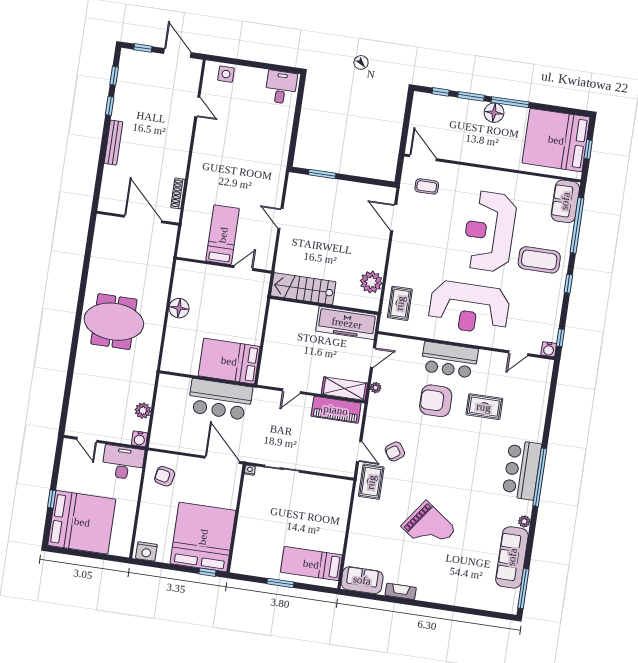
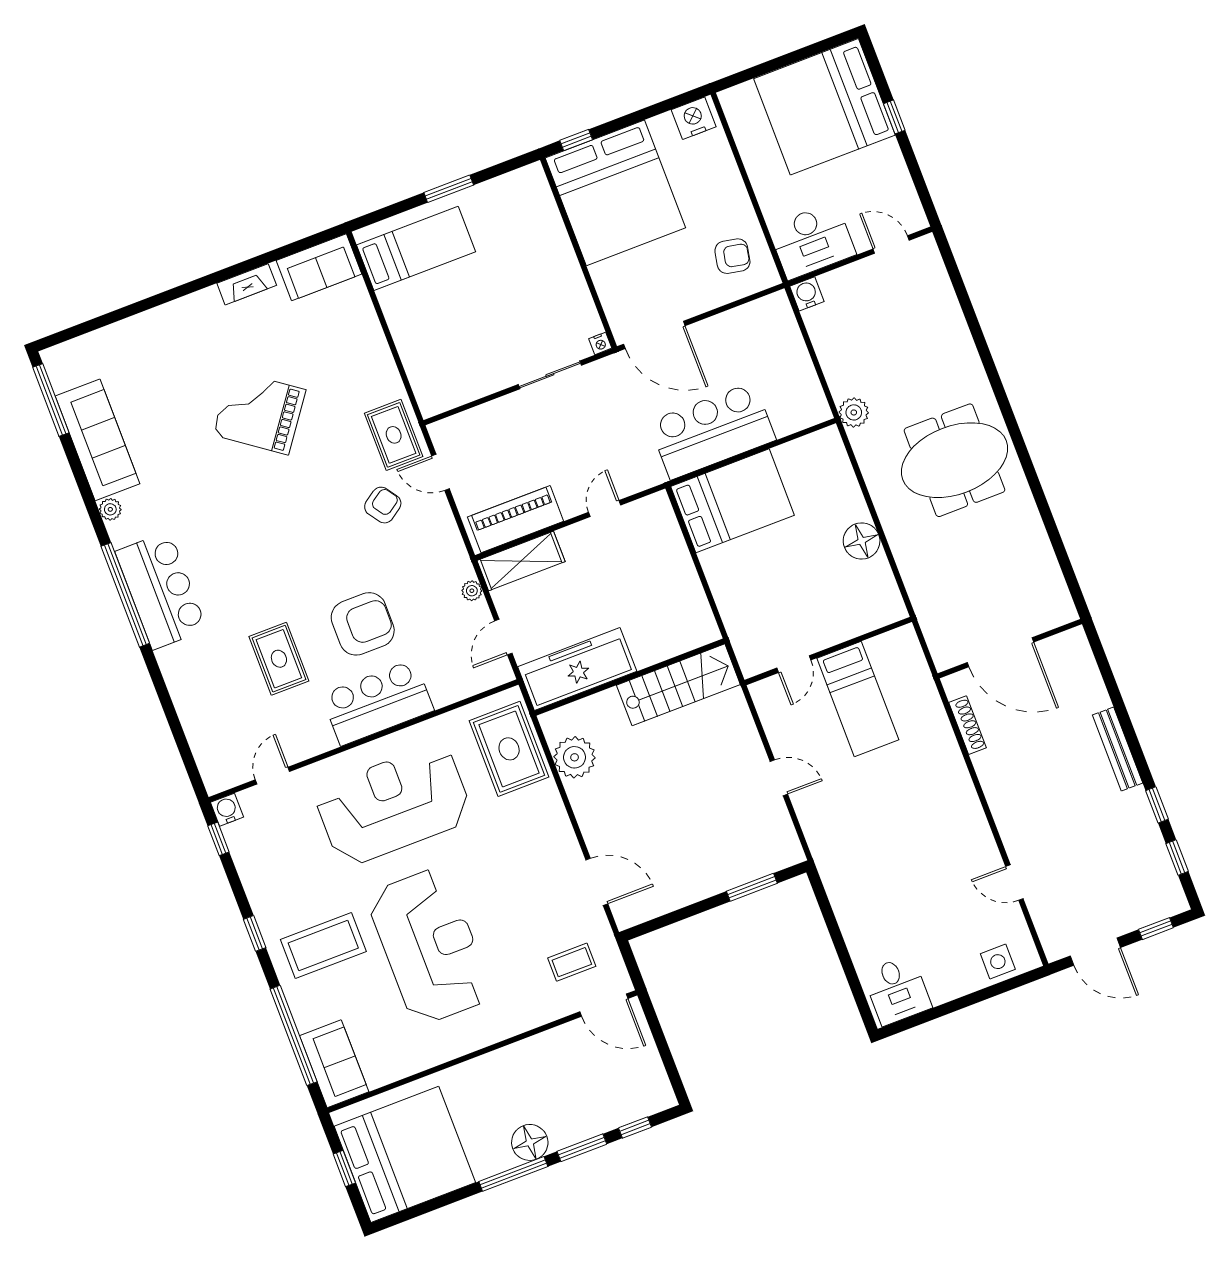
rug: (400, 303) -> (509, 749), width x1.36, depth x1.43
rug: (484, 407) -> (279, 659), turned 90
plant: (143, 411) -> (854, 412), moved

